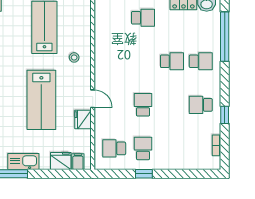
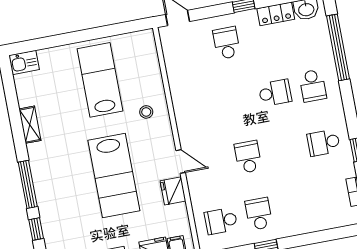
school desk: (143, 18) -> (226, 43), turned -90
school desk: (201, 61) -> (313, 86), turned 90

